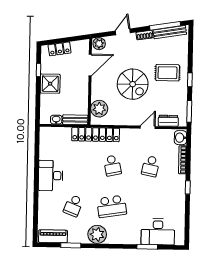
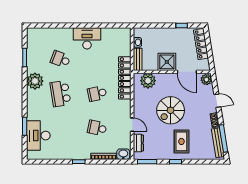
locker: (60, 49) -> (201, 44), width x1.53
shower: (50, 84) -> (167, 62), moved
piano: (53, 236) -> (32, 41), removed

